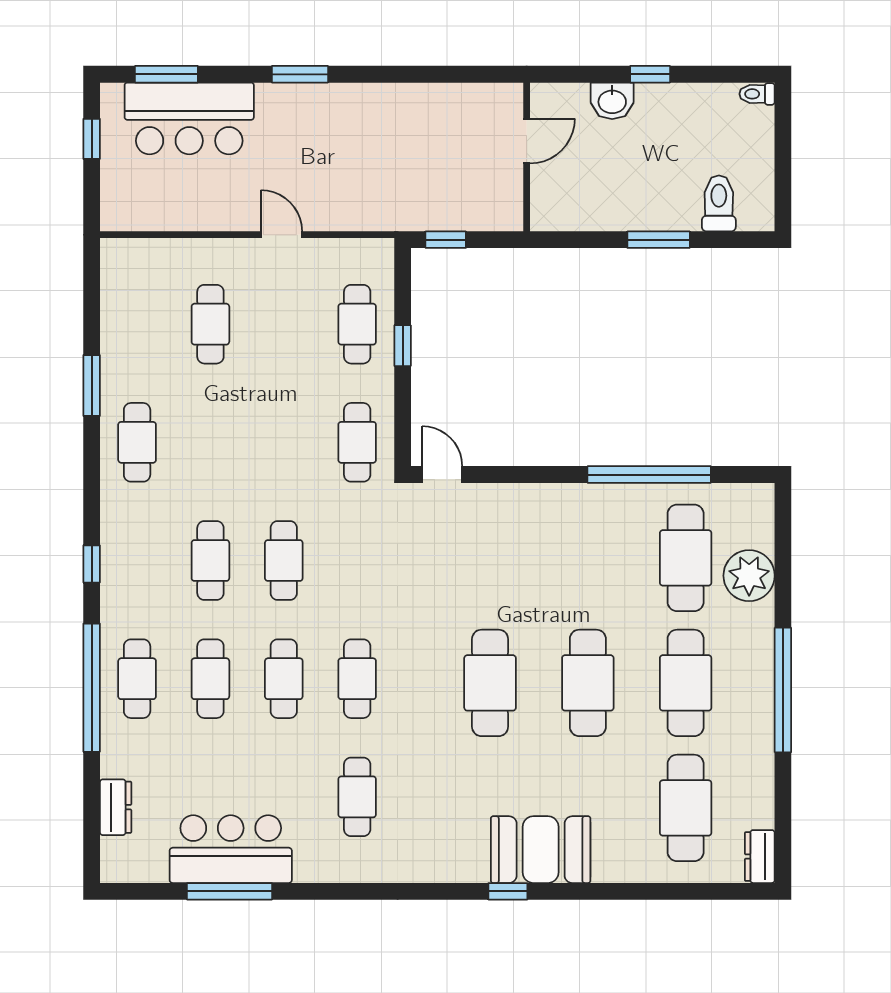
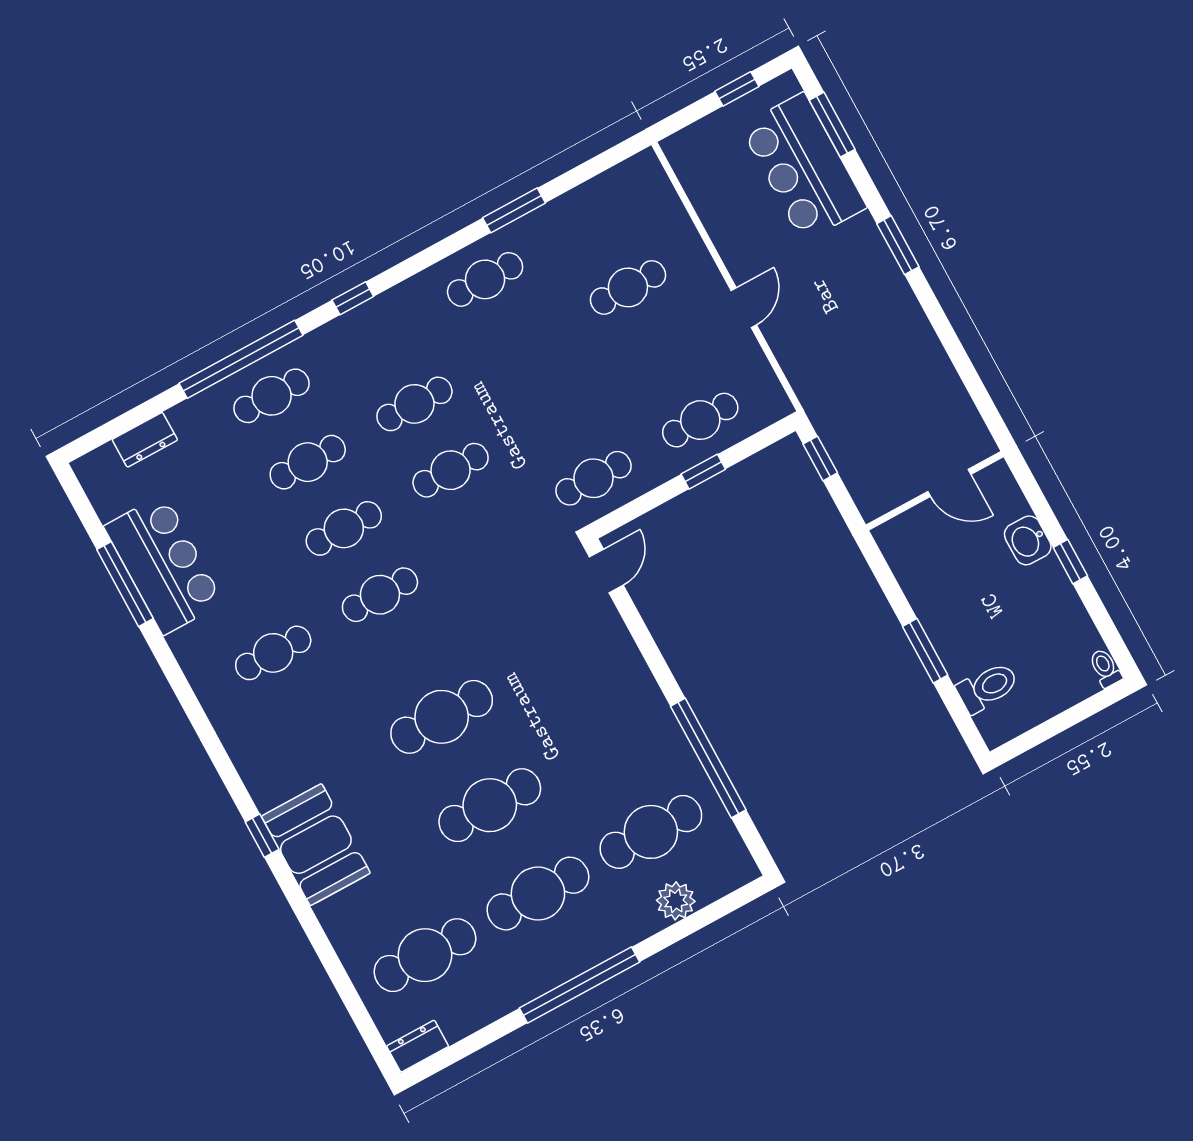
plant: (749, 576) -> (676, 901), width x0.73, depth x0.73

